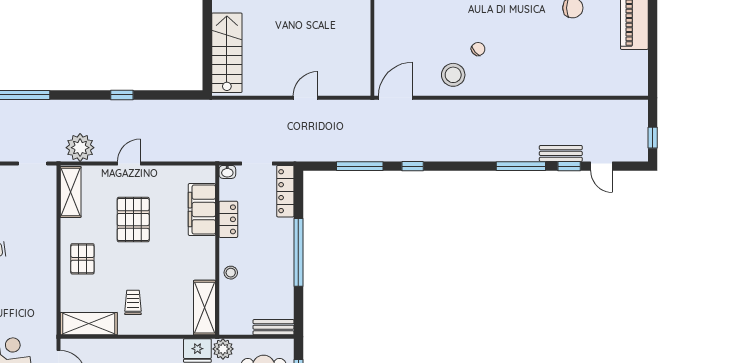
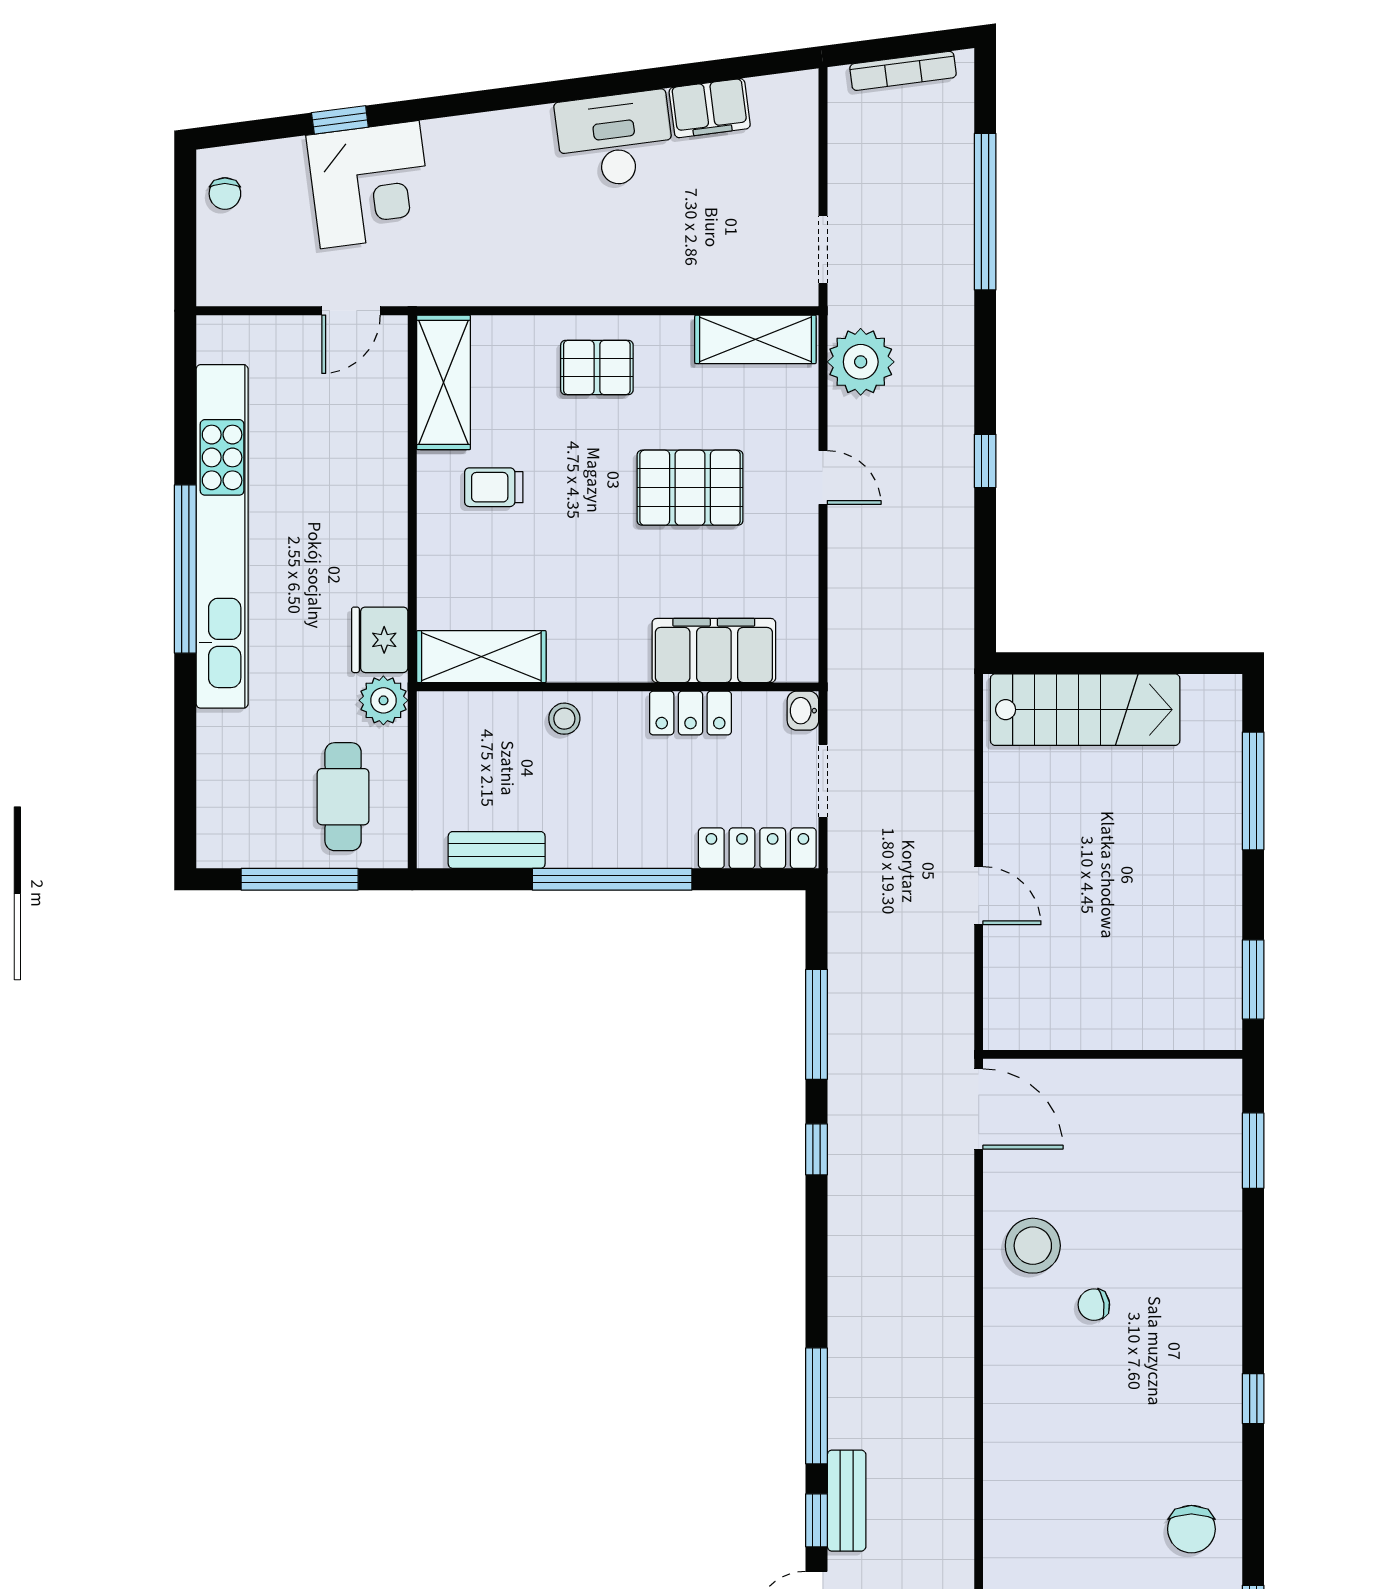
chair: (478, 49) -> (1094, 1305), turned 122
trolley: (133, 302) -> (494, 487), turned 180
bench: (274, 327) -> (497, 850), moved, turned 90

